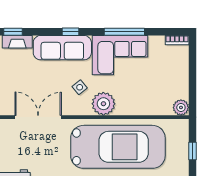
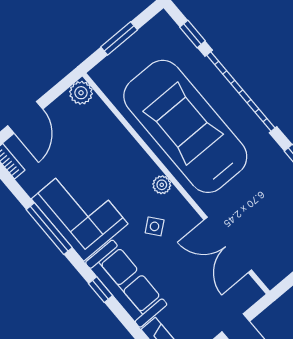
door: (192, 68) -> (25, 117), added
plant: (103, 104) -> (162, 185), width x0.53, depth x0.53
window: (192, 151) -> (119, 38), width x1.50

